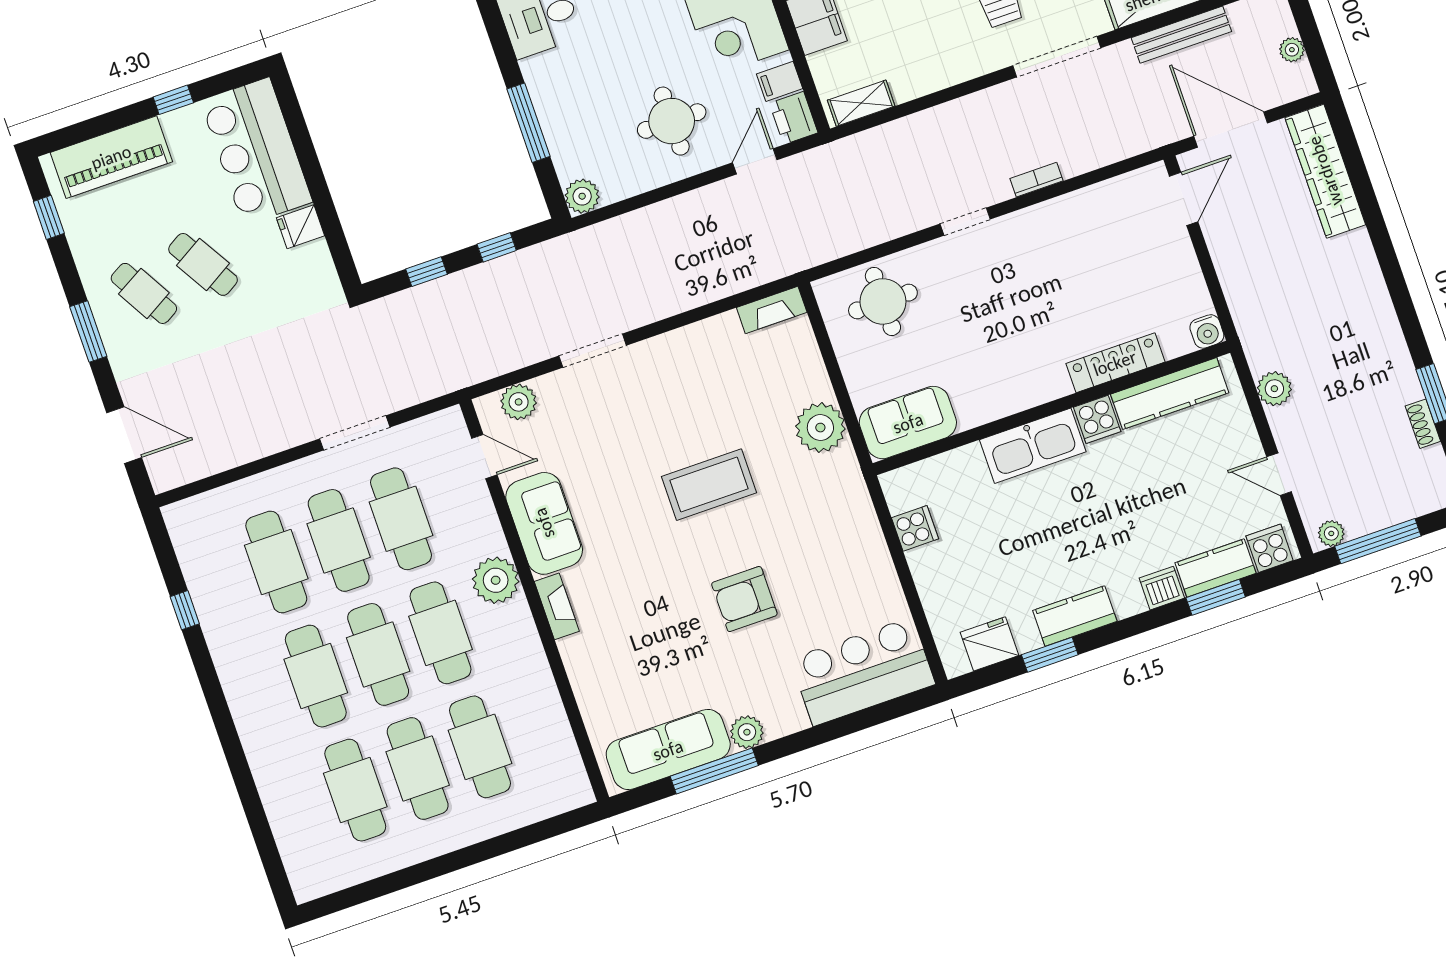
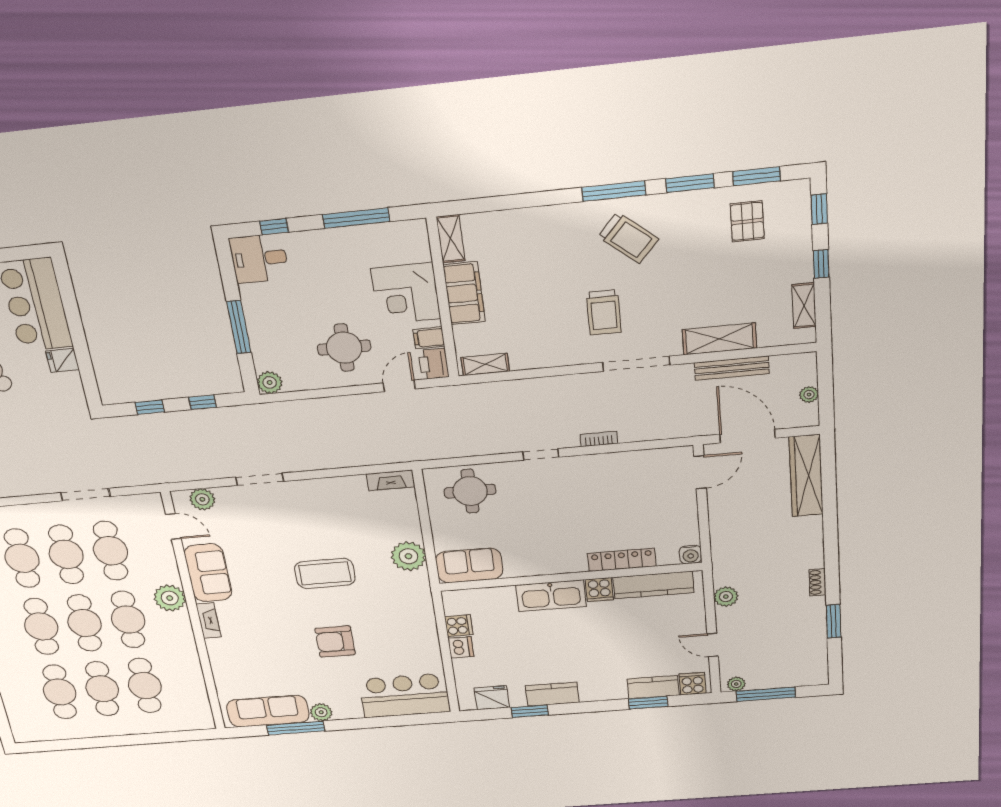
shoe rack: (1423, 424) -> (818, 582), moved
dishwasher: (1162, 588) -> (461, 647), moved, turned 90

